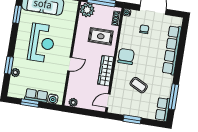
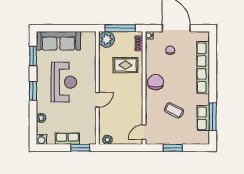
window: (9, 65) -> (33, 91), moved
wardrobe: (106, 71) -> (137, 101), removed
water cooler: (53, 99) -> (41, 139), moved
window: (30, 103) -> (80, 148), moved
row of seats: (163, 109) -> (203, 118), moved

